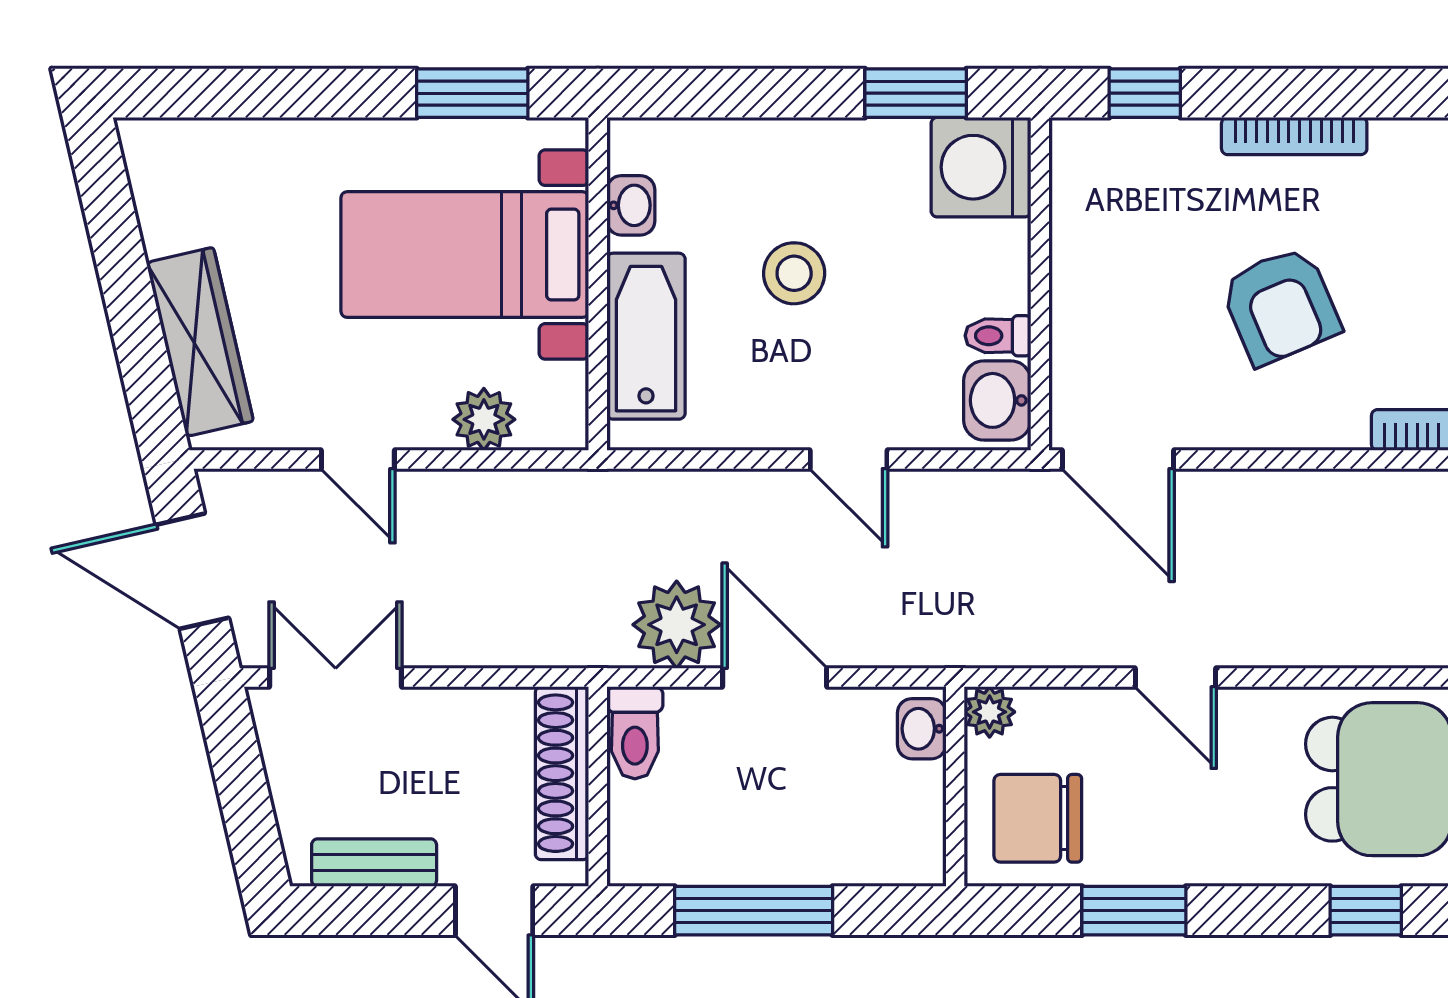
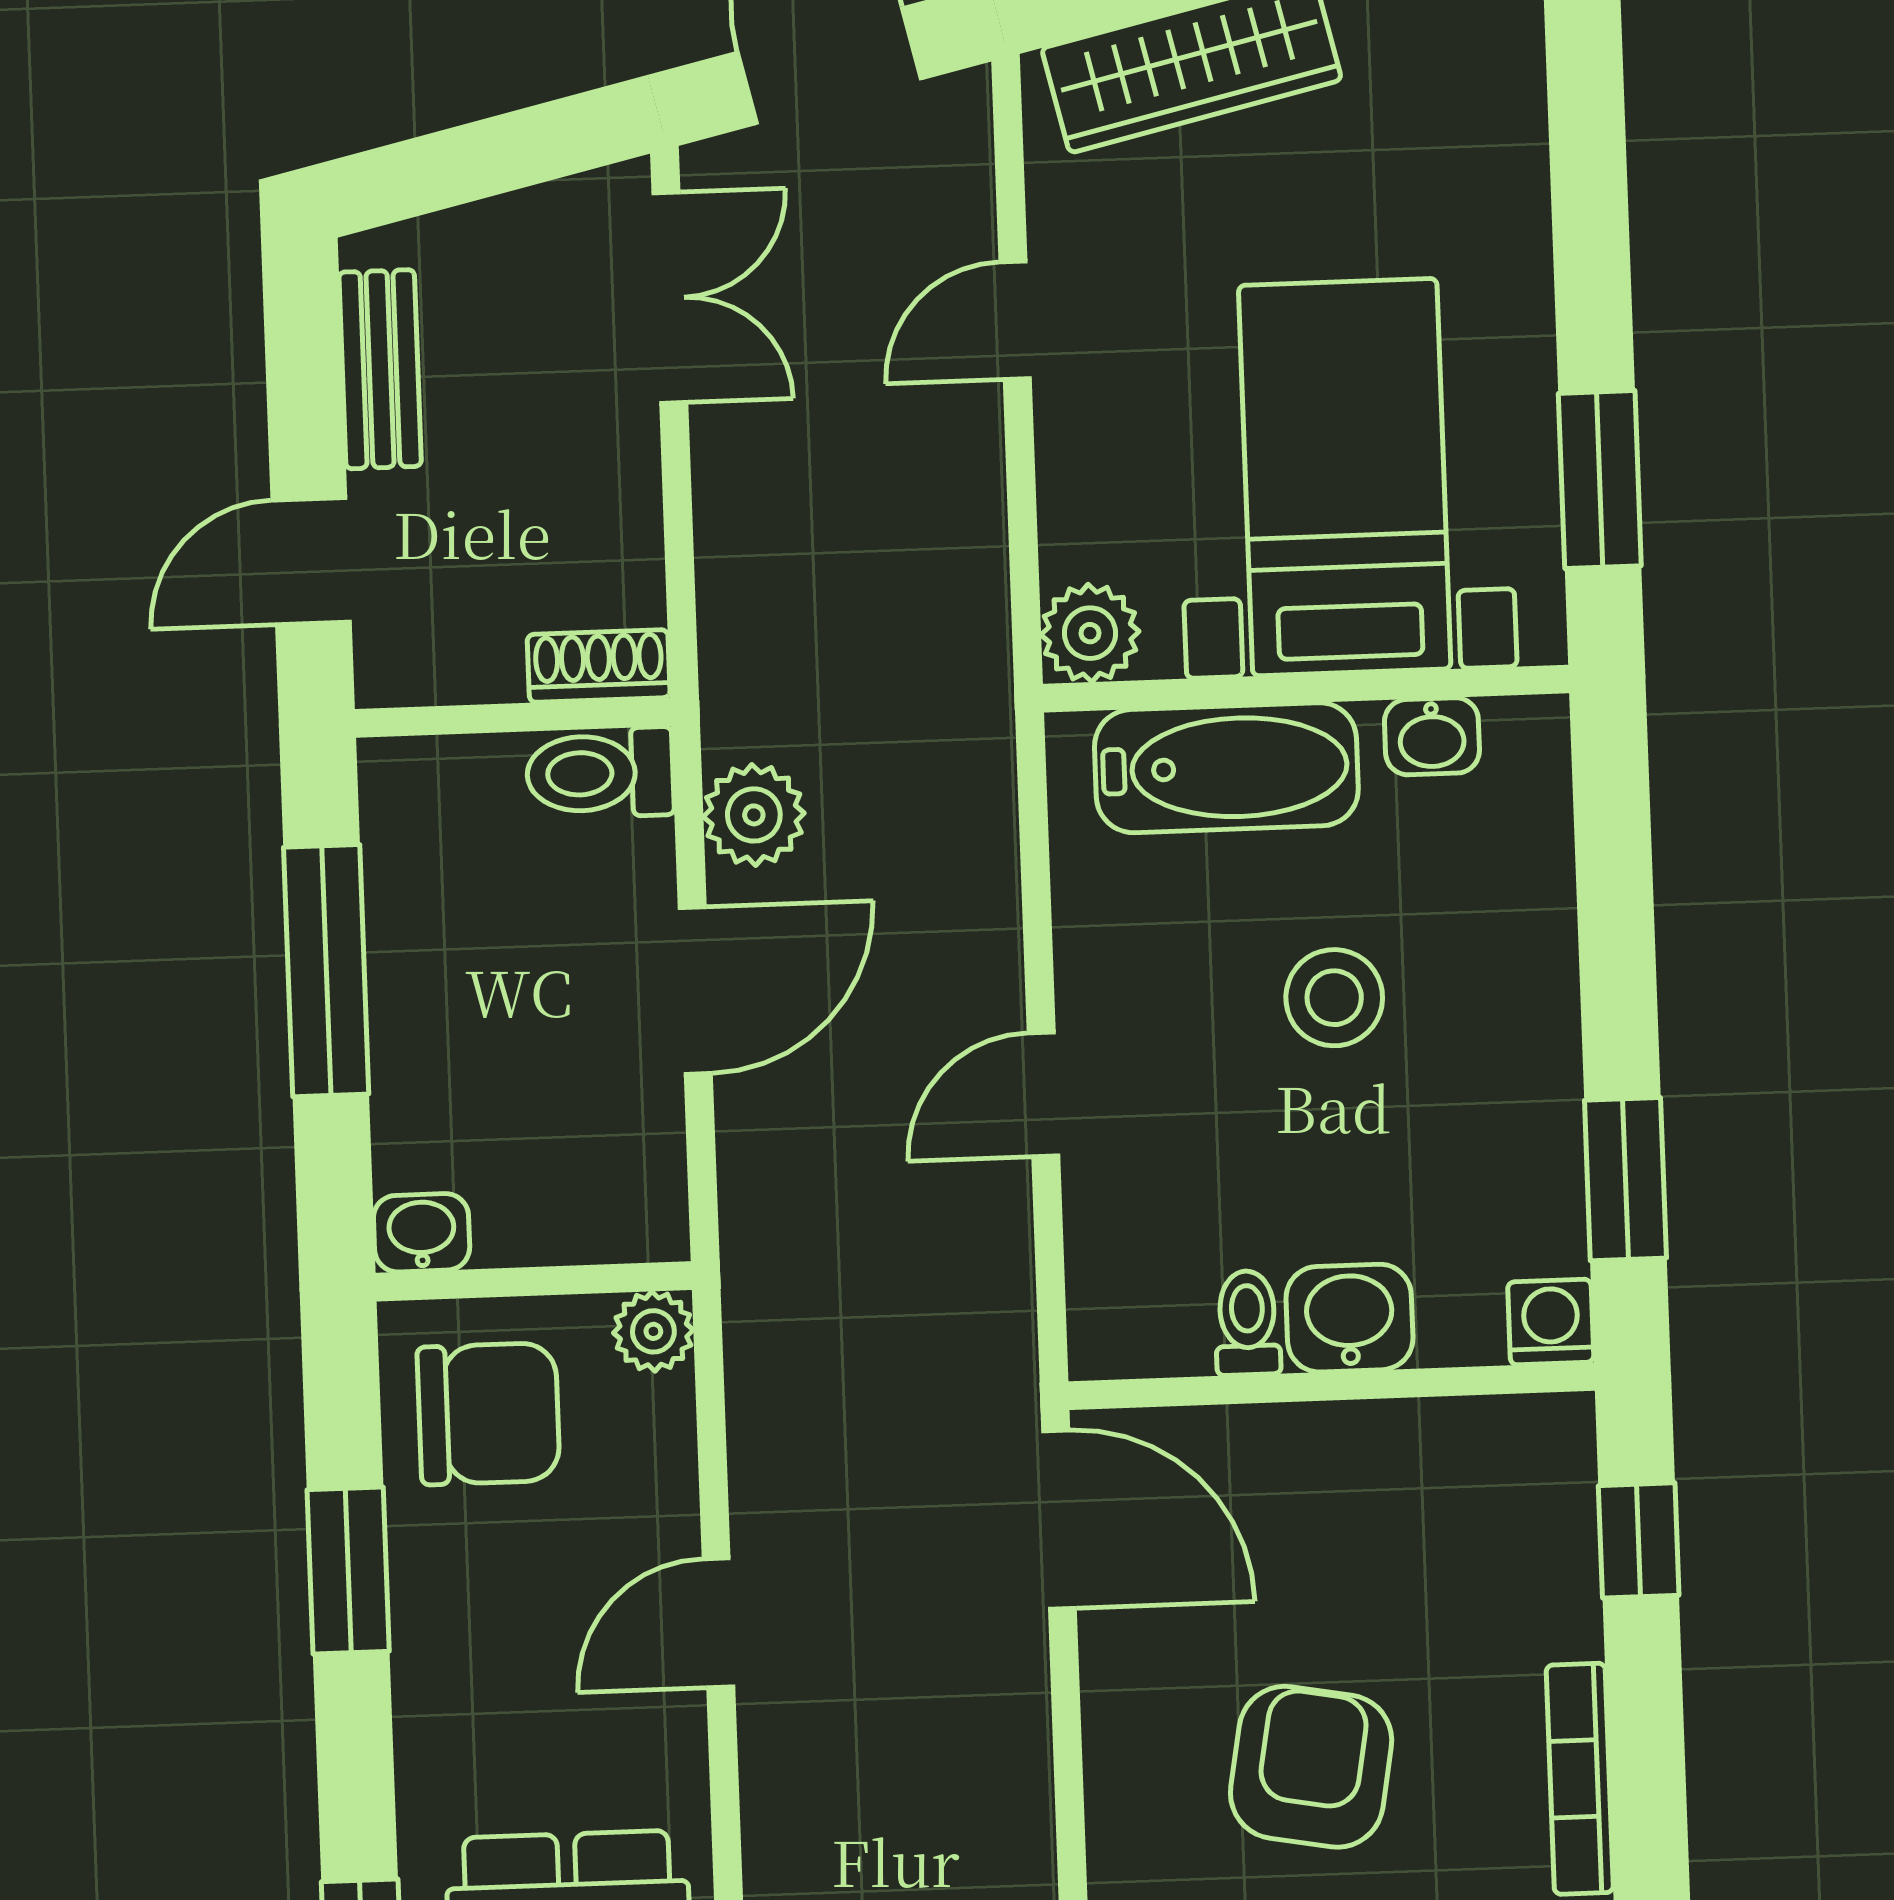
washing machine: (981, 167) -> (1551, 1322), width x0.53, depth x0.53
armchair: (1280, 306) -> (1311, 1767), turned 123
washbasin: (997, 400) -> (1349, 1318), moved
plant: (484, 419) -> (1090, 633), moved
door: (1118, 460) -> (1059, 1519), swing flipped
plant: (677, 625) -> (754, 815), width x0.73, depth x0.73
washbasin: (922, 729) -> (422, 1233), moved
shoe rack: (562, 773) -> (599, 666), width x0.51, depth x0.81
chair: (1038, 818) -> (488, 1414), turned 90

